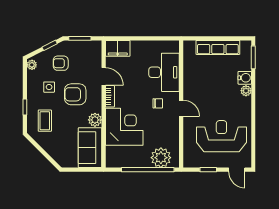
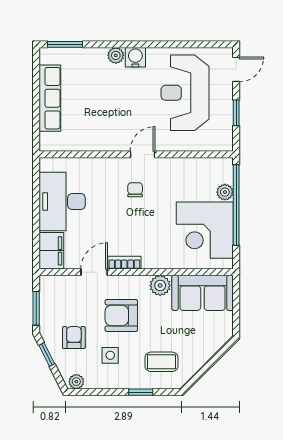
armchair: (61, 63) -> (74, 338), turned 180
desk: (164, 72) -> (62, 202), moved, turned -90
water cooler: (245, 78) -> (135, 57), moved
armchair: (75, 94) -> (121, 315), turned 90
corner desk: (124, 127) -> (205, 230), moved, turned -90
plant: (161, 158) -> (225, 192), width x0.53, depth x0.53

